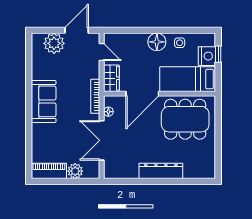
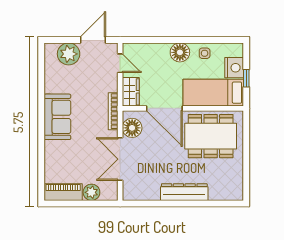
window: (218, 54) -> (246, 78), moved
door: (142, 94) -> (164, 108), hinge flipped
floor lamp: (108, 112) -> (132, 128), width x1.89, depth x1.89

